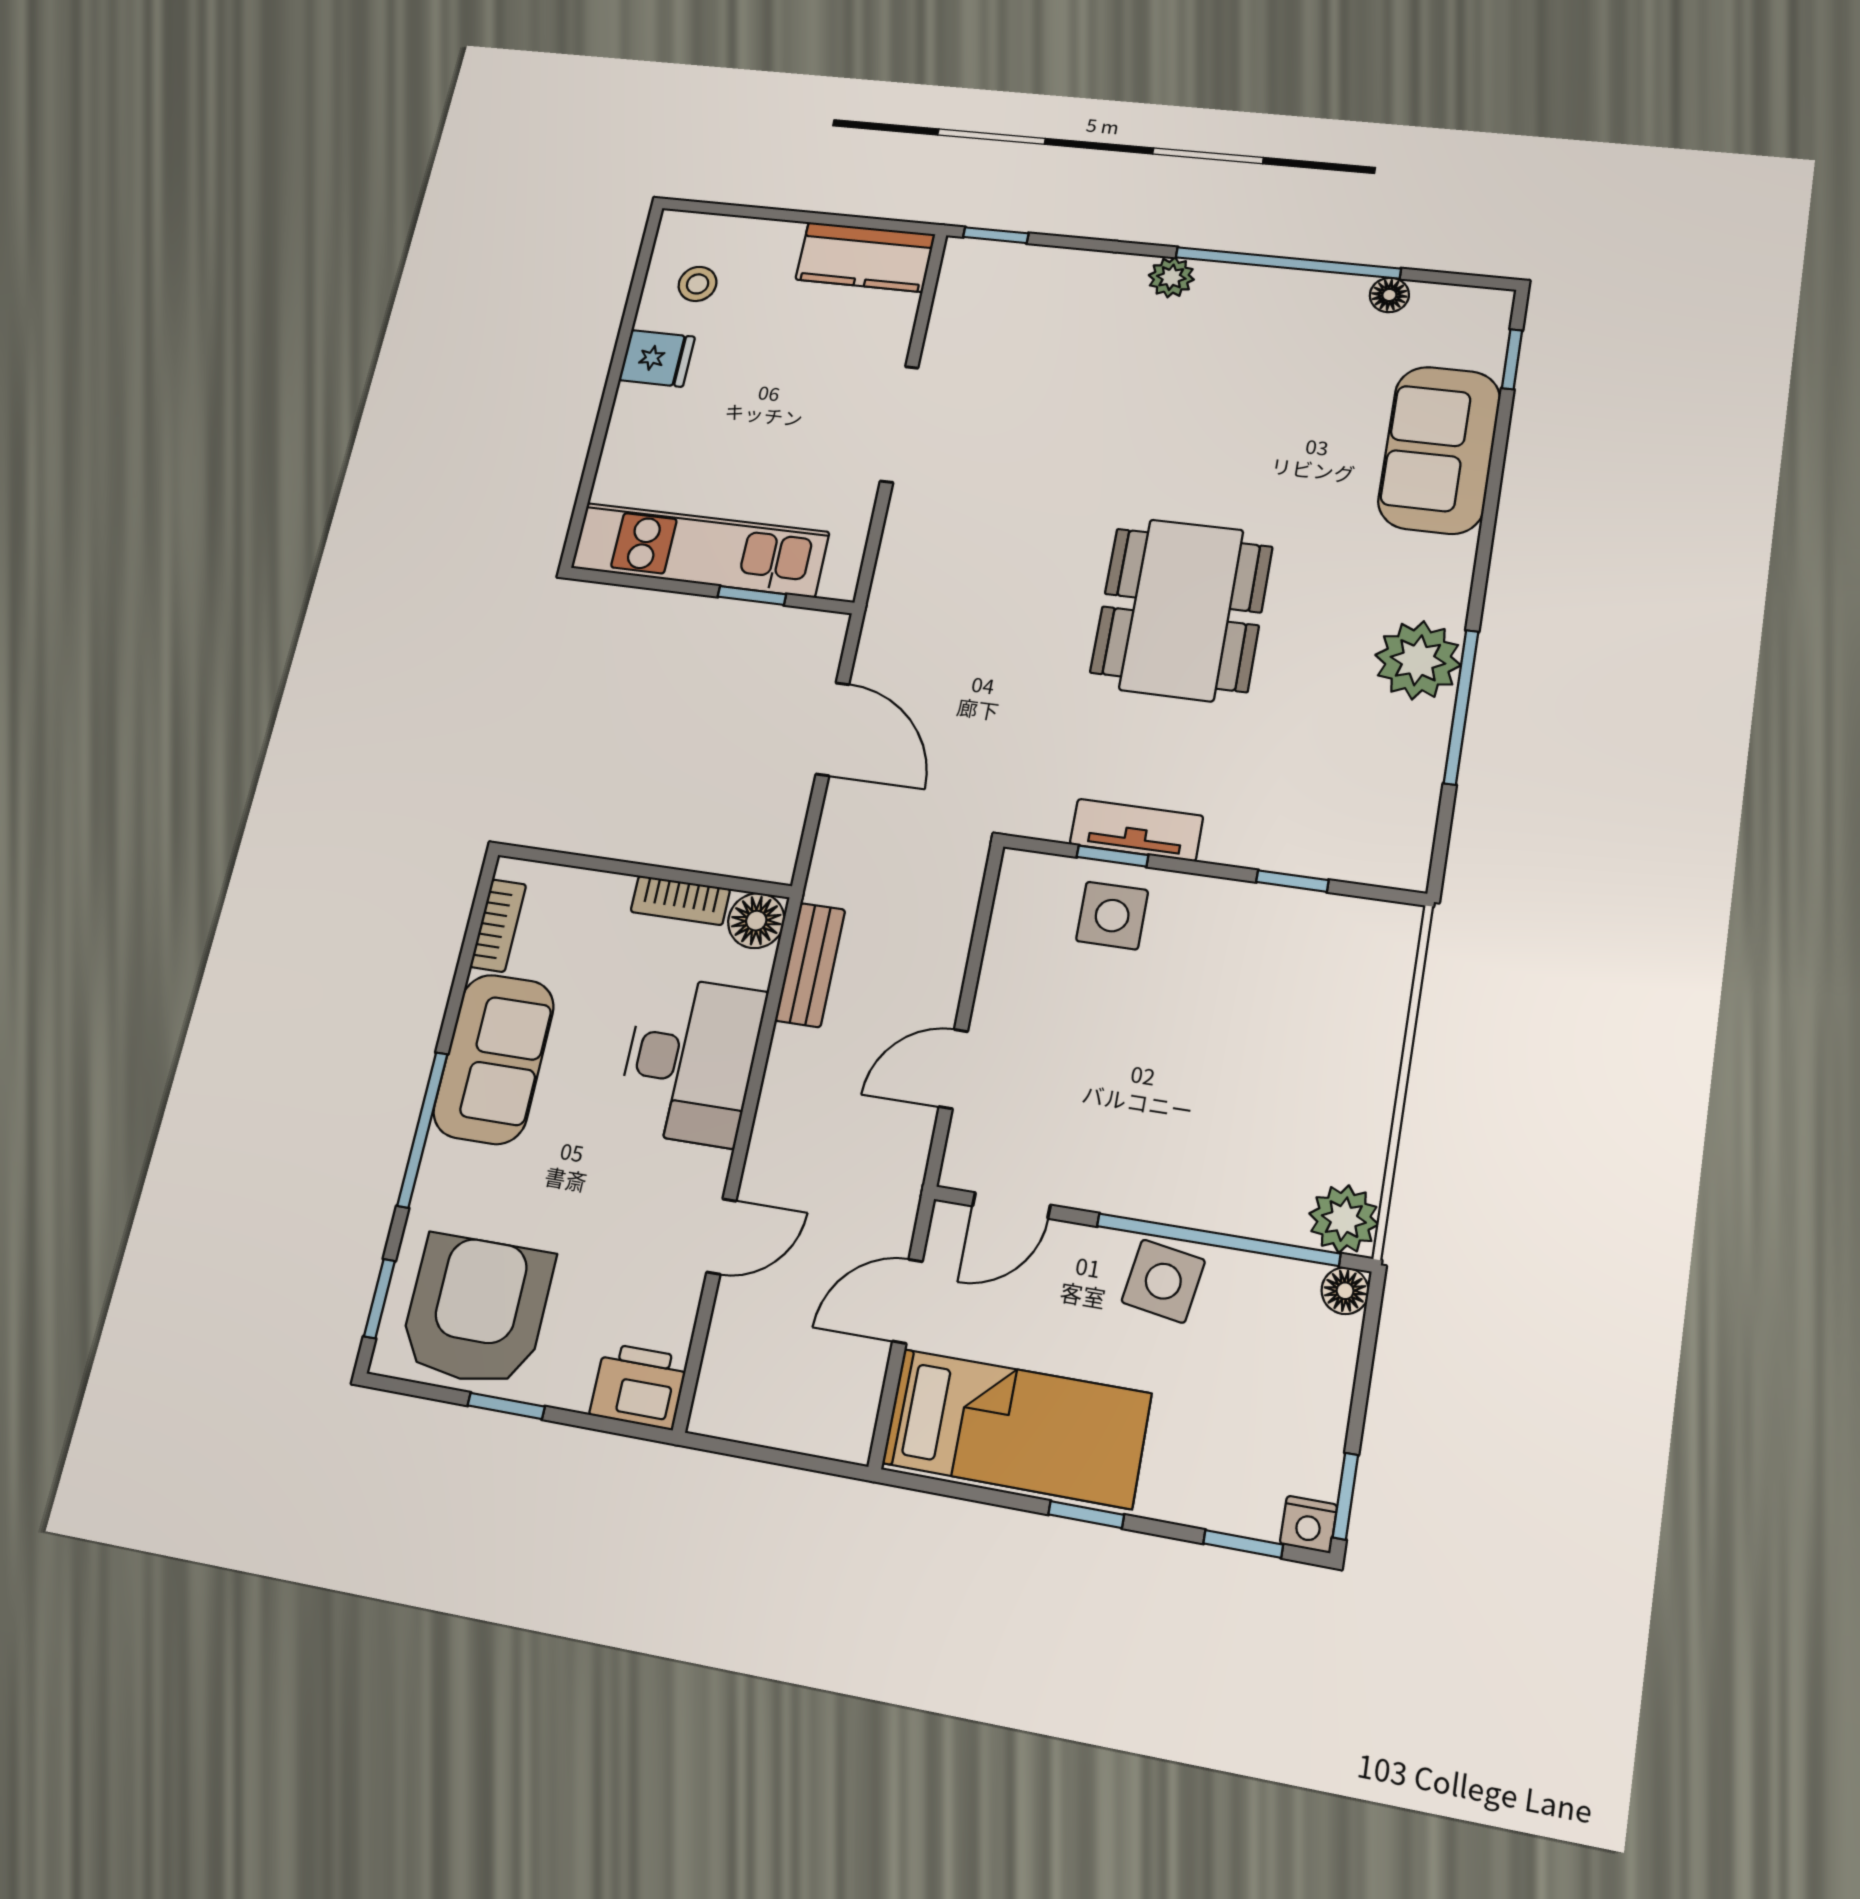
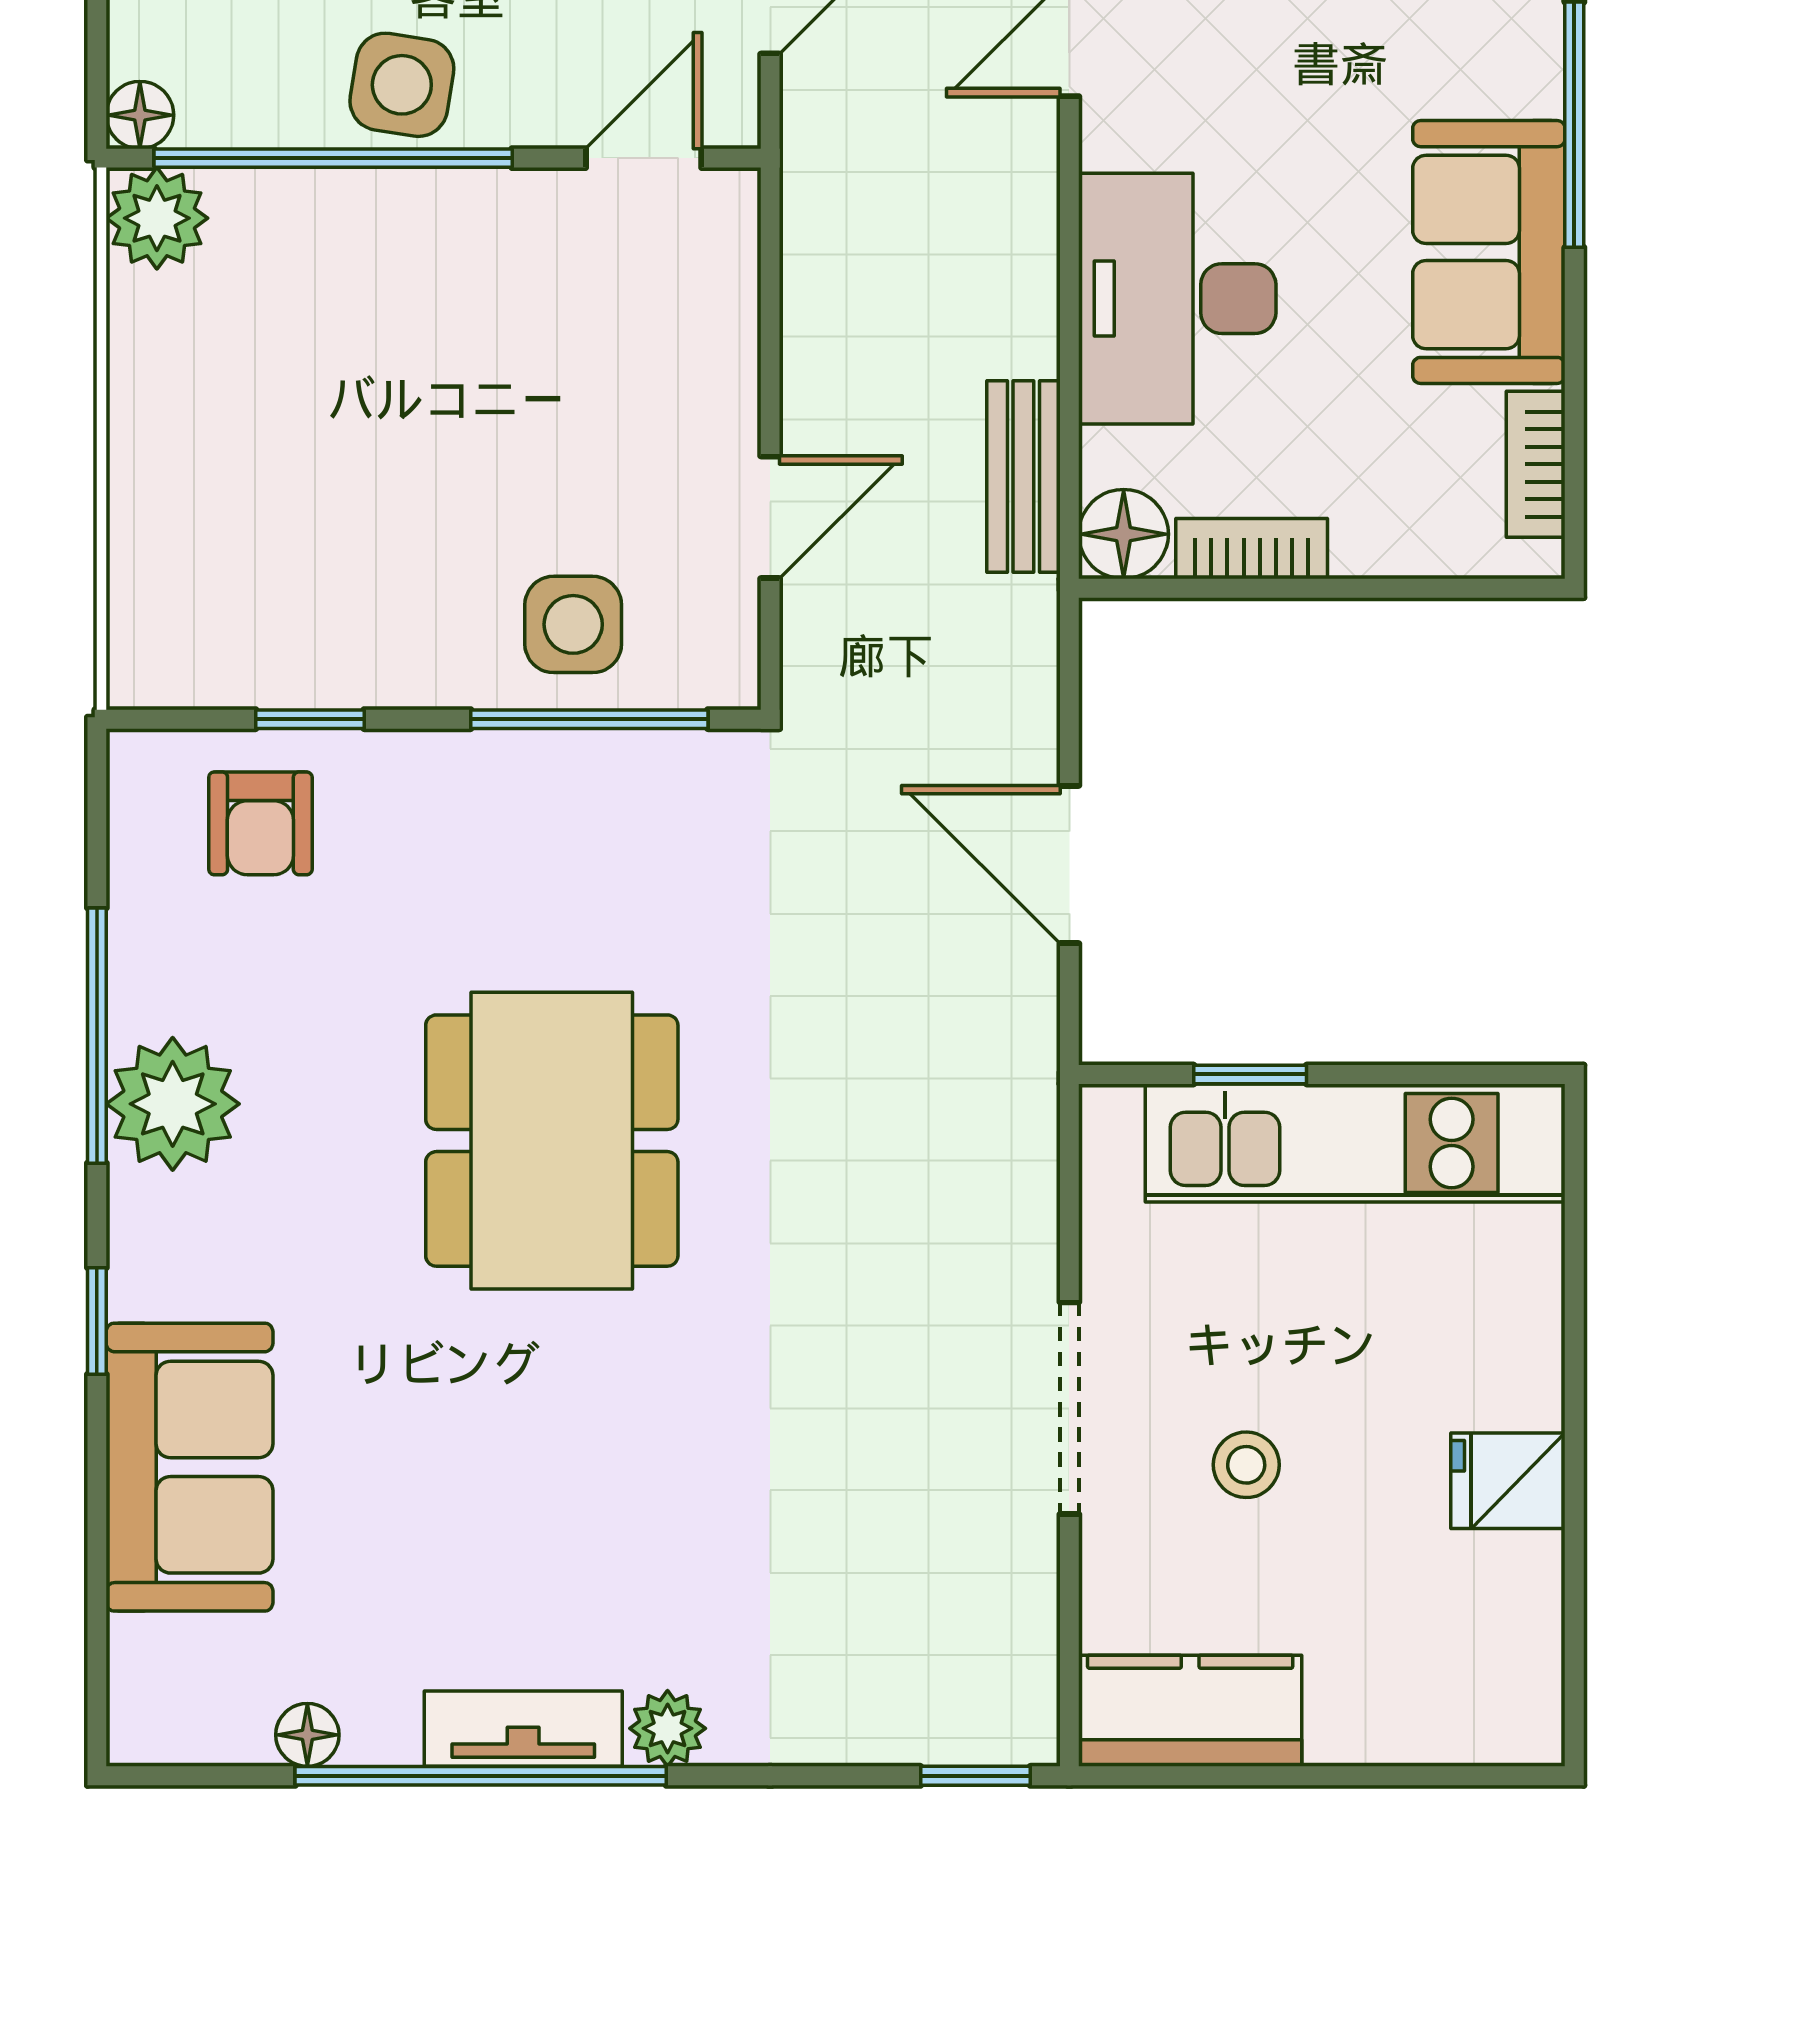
stool: (698, 284) -> (1246, 1465), moved
window: (1512, 359) -> (97, 1321), moved
armchair: (1335, 821) -> (260, 823), added
tv unit: (1136, 830) -> (523, 1729), moved, turned 180
window: (1112, 856) -> (589, 719), width x2.17
door: (953, 1069) -> (770, 517), moved

